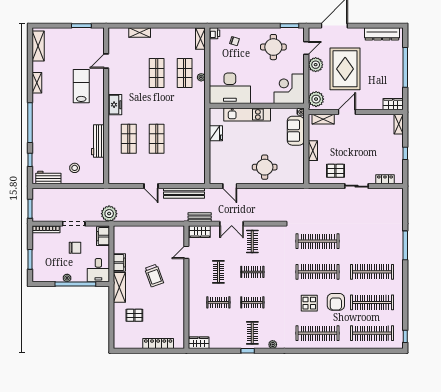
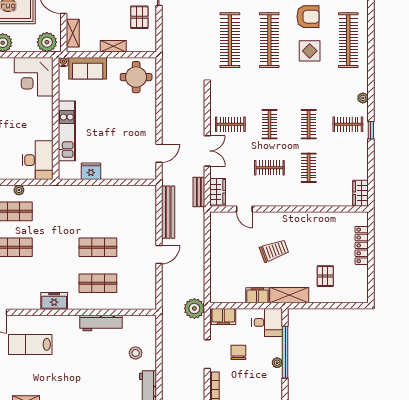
desk: (230, 88) -> (38, 160), width x0.73, depth x0.77
round table: (265, 167) -> (136, 77), moved

